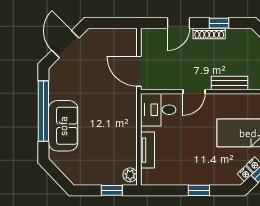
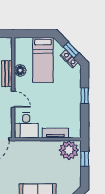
floor lamp: (234, 101) -> (20, 70), added
plant: (130, 175) -> (69, 150), width x1.88, depth x1.88

